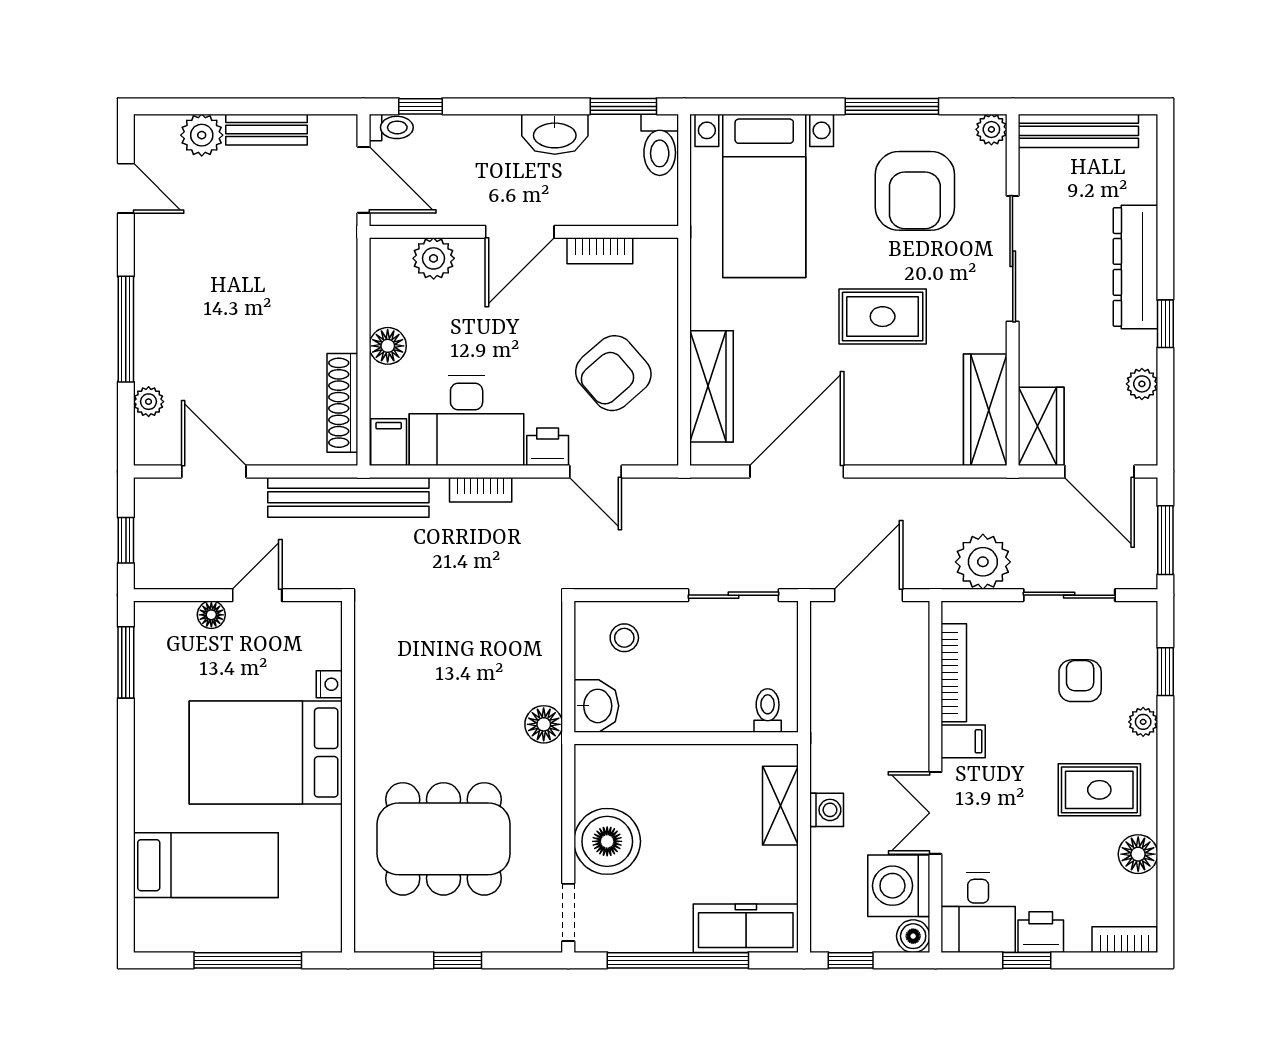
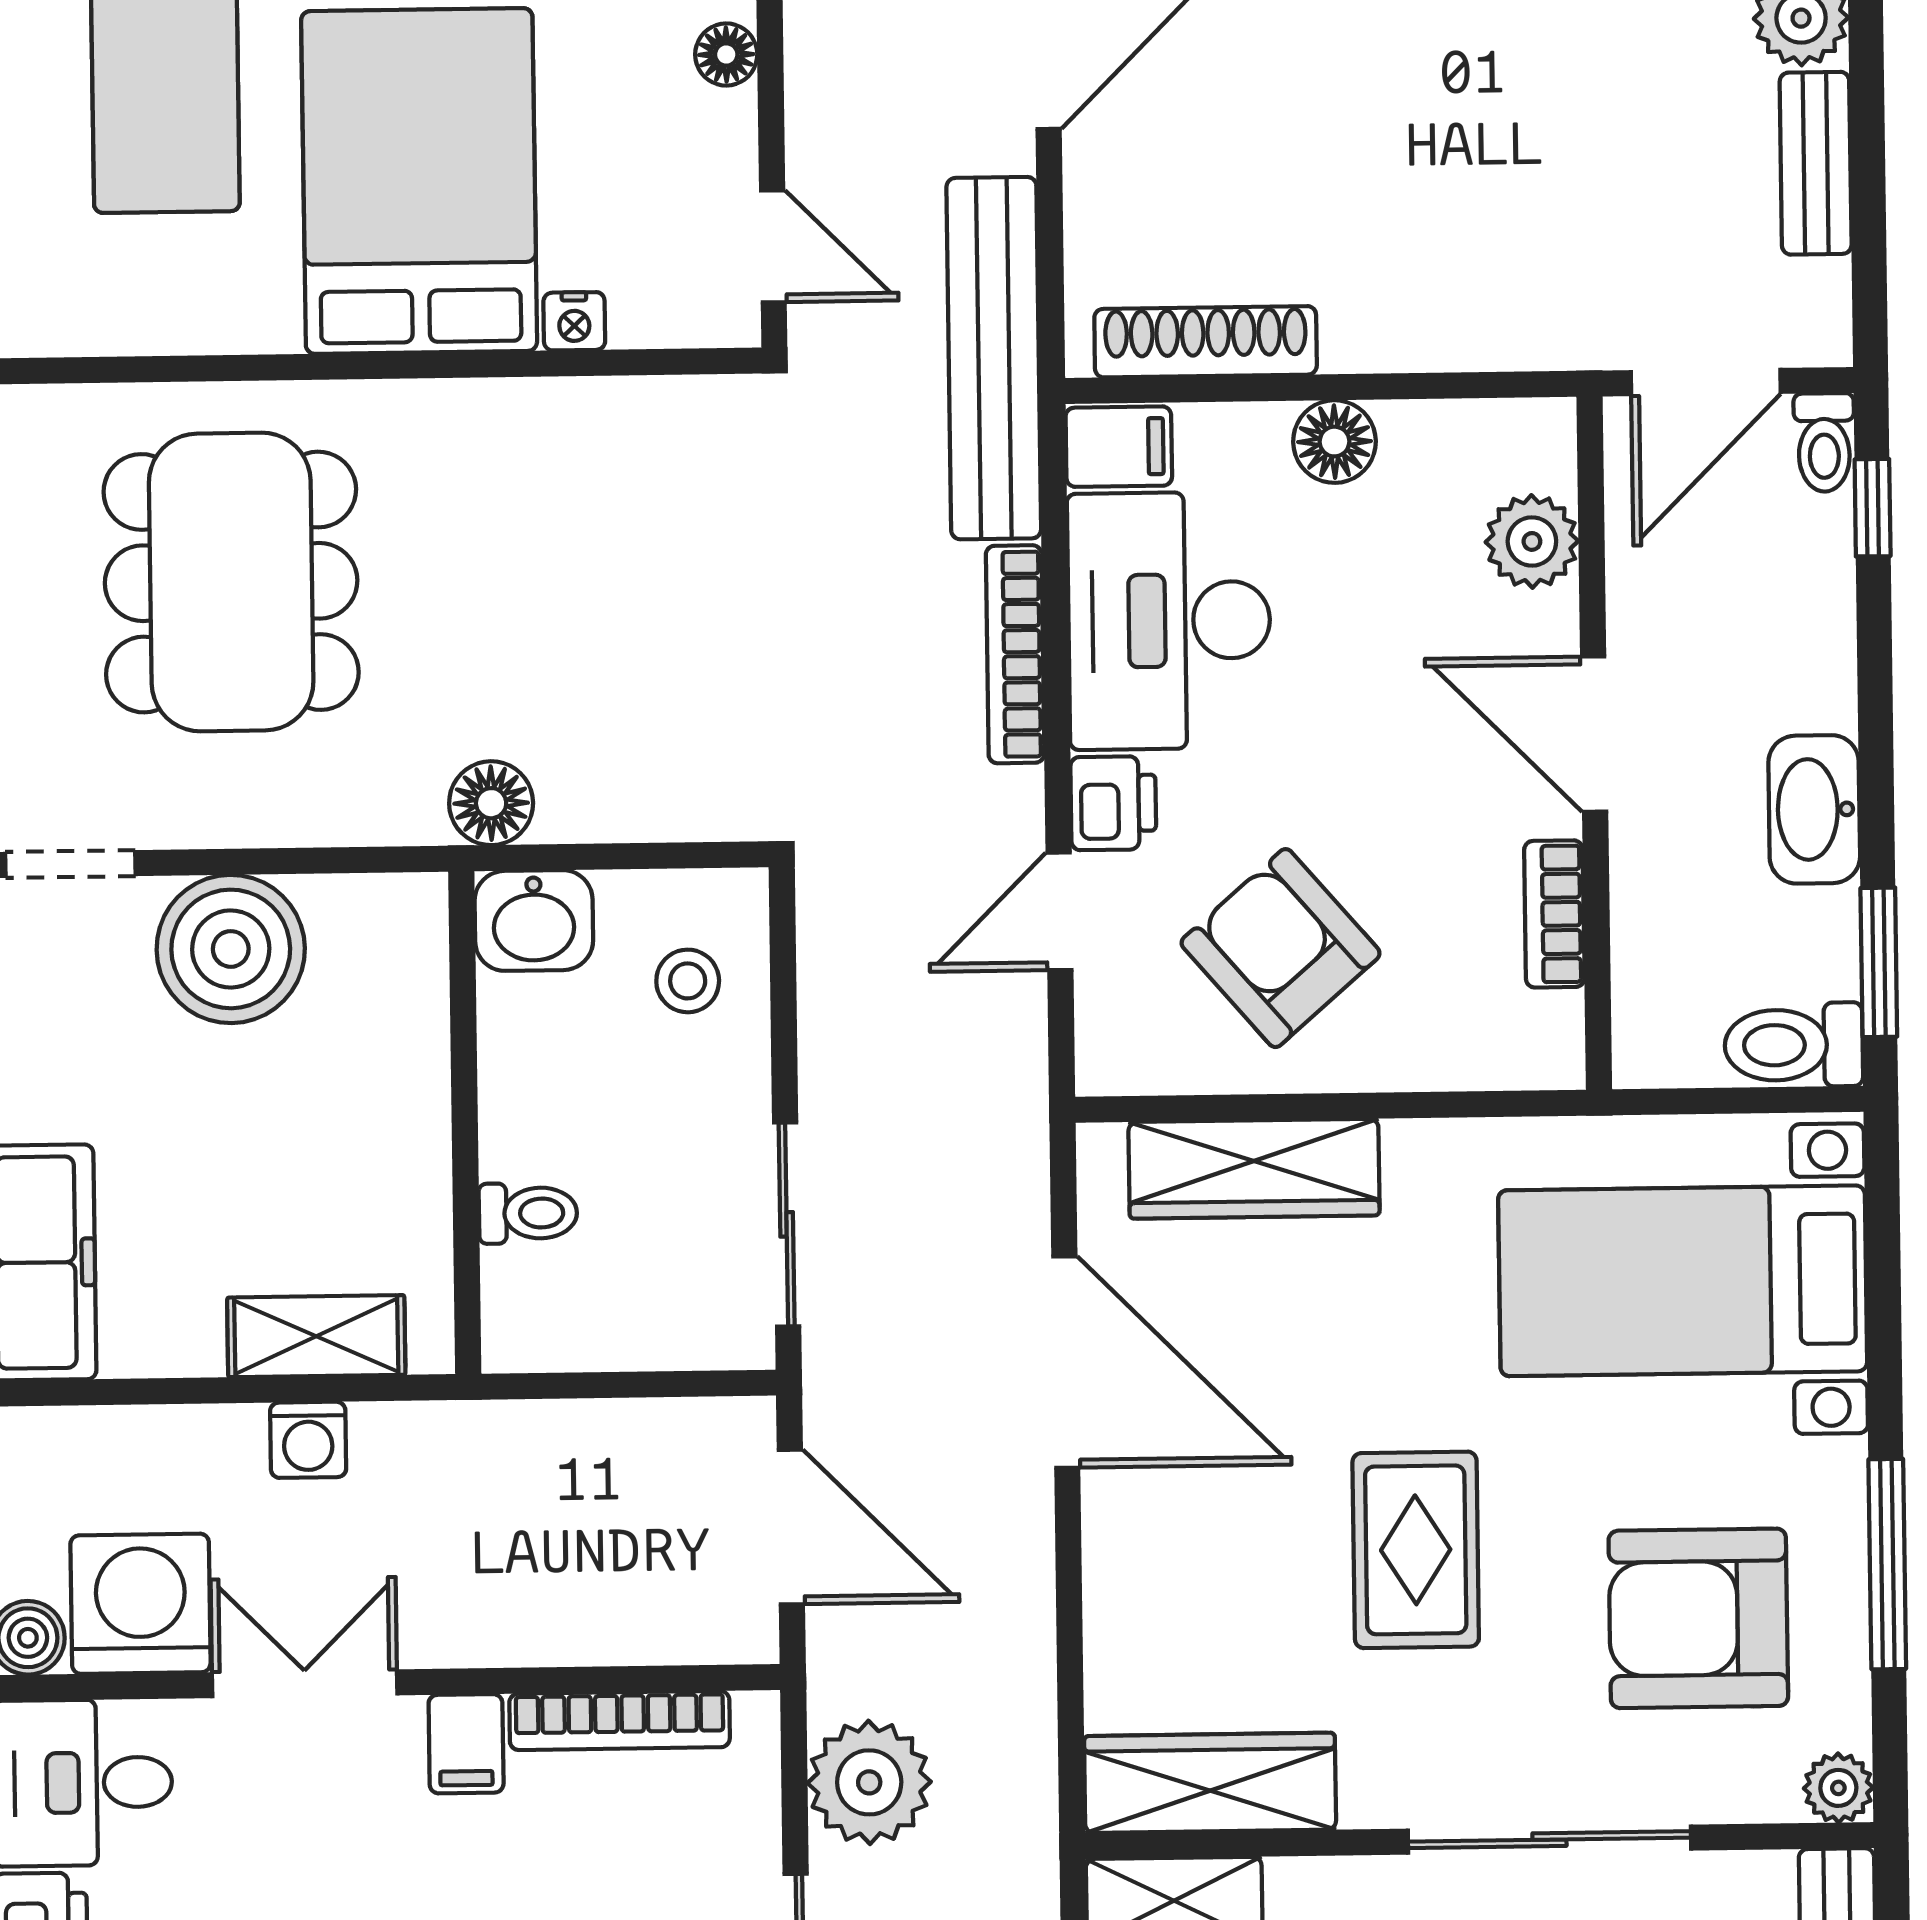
bookcase: (481, 490) -> (1015, 654), width x1.56
door: (257, 595) -> (773, 246), moved
toilet: (768, 710) -> (528, 1213), moved

